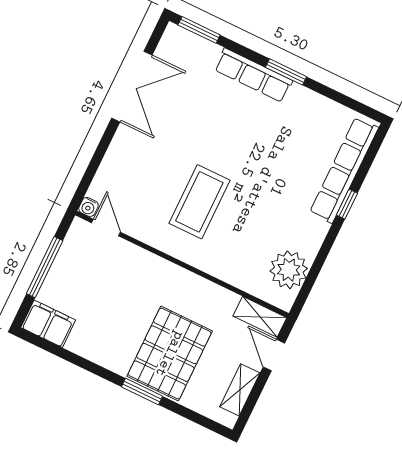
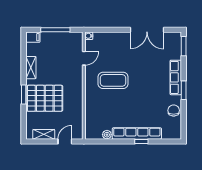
chair: (317, 111) -> (174, 110), added
row of seats: (344, 170) -> (137, 133), moved
door: (106, 227) -> (84, 58), moved
plant: (289, 270) -> (107, 135), width x0.53, depth x0.53
shelving: (260, 317) -> (31, 68), moved
filing cabinet: (48, 324) -> (33, 37), width x0.50

